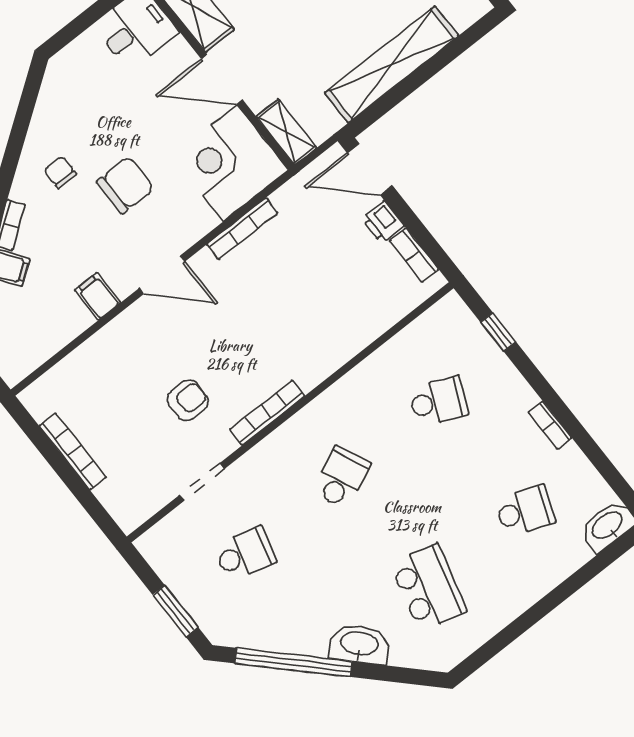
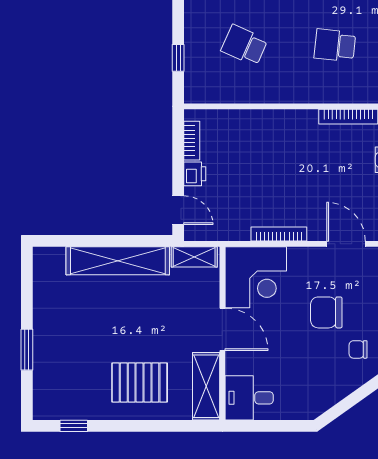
shelving: (286, 132) -> (194, 257), moved, turned 90
door: (370, 169) -> (178, 210), width x0.73
chair: (60, 172) -> (358, 349), turned 90
school desk: (342, 477) -> (335, 45), turned 30

